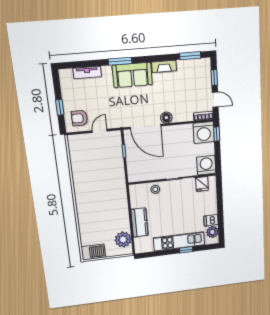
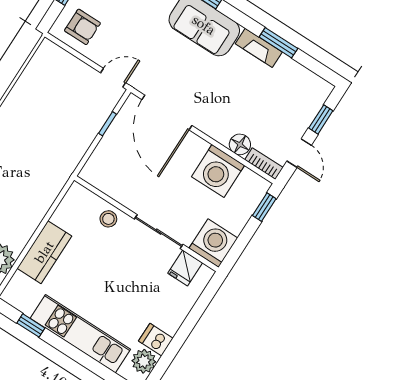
window: (190, 56) -> (278, 43), moved
armchair: (80, 118) -> (82, 27), turned 180
floor lamp: (166, 118) -> (240, 144), moved
door: (100, 131) -> (113, 78), moved
washing machine: (204, 132) -> (218, 171), moved
window: (186, 250) -> (31, 325), moved

